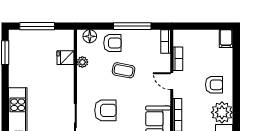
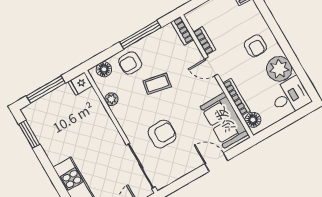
armchair: (112, 43) -> (130, 63), turned 180
fridge: (66, 58) -> (80, 84), moved
armchair: (214, 85) -> (255, 46), turned 90

